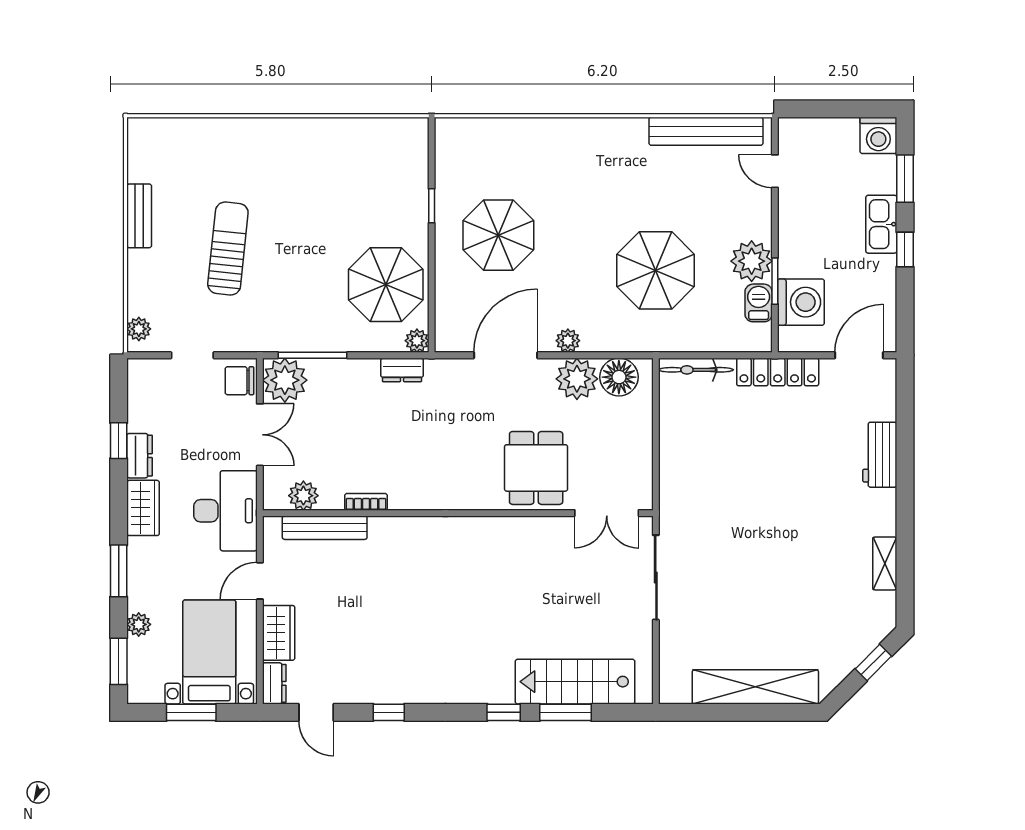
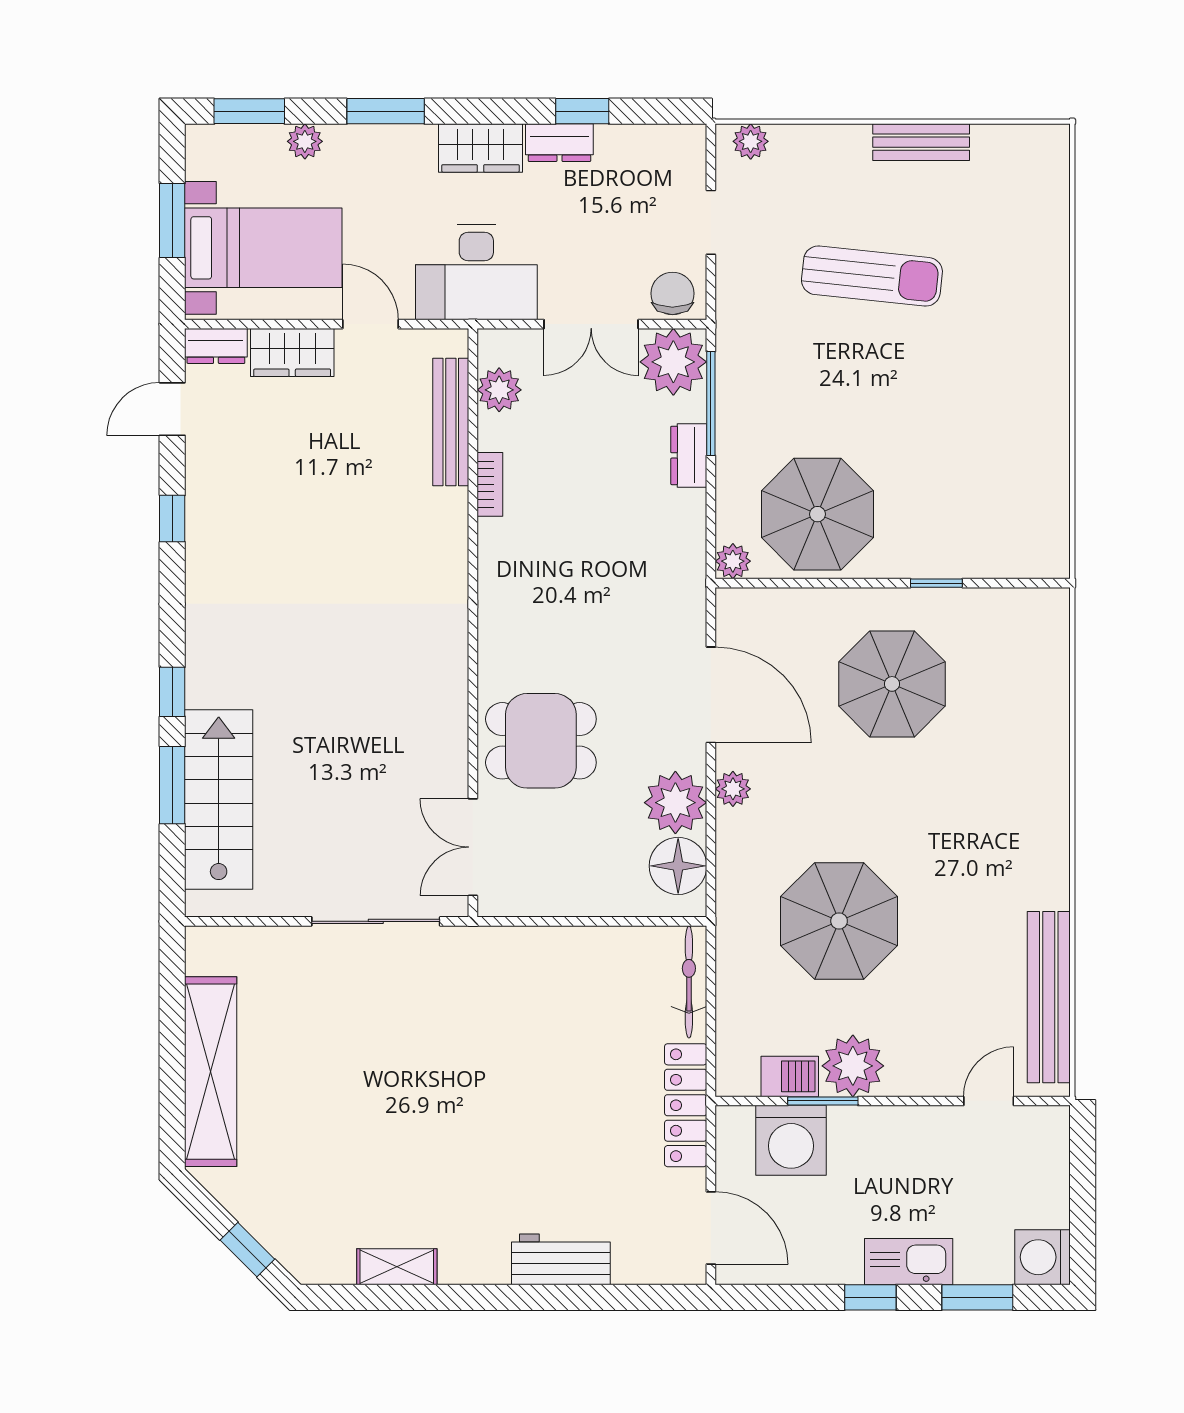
dresser: (402, 370) -> (689, 455), moved

